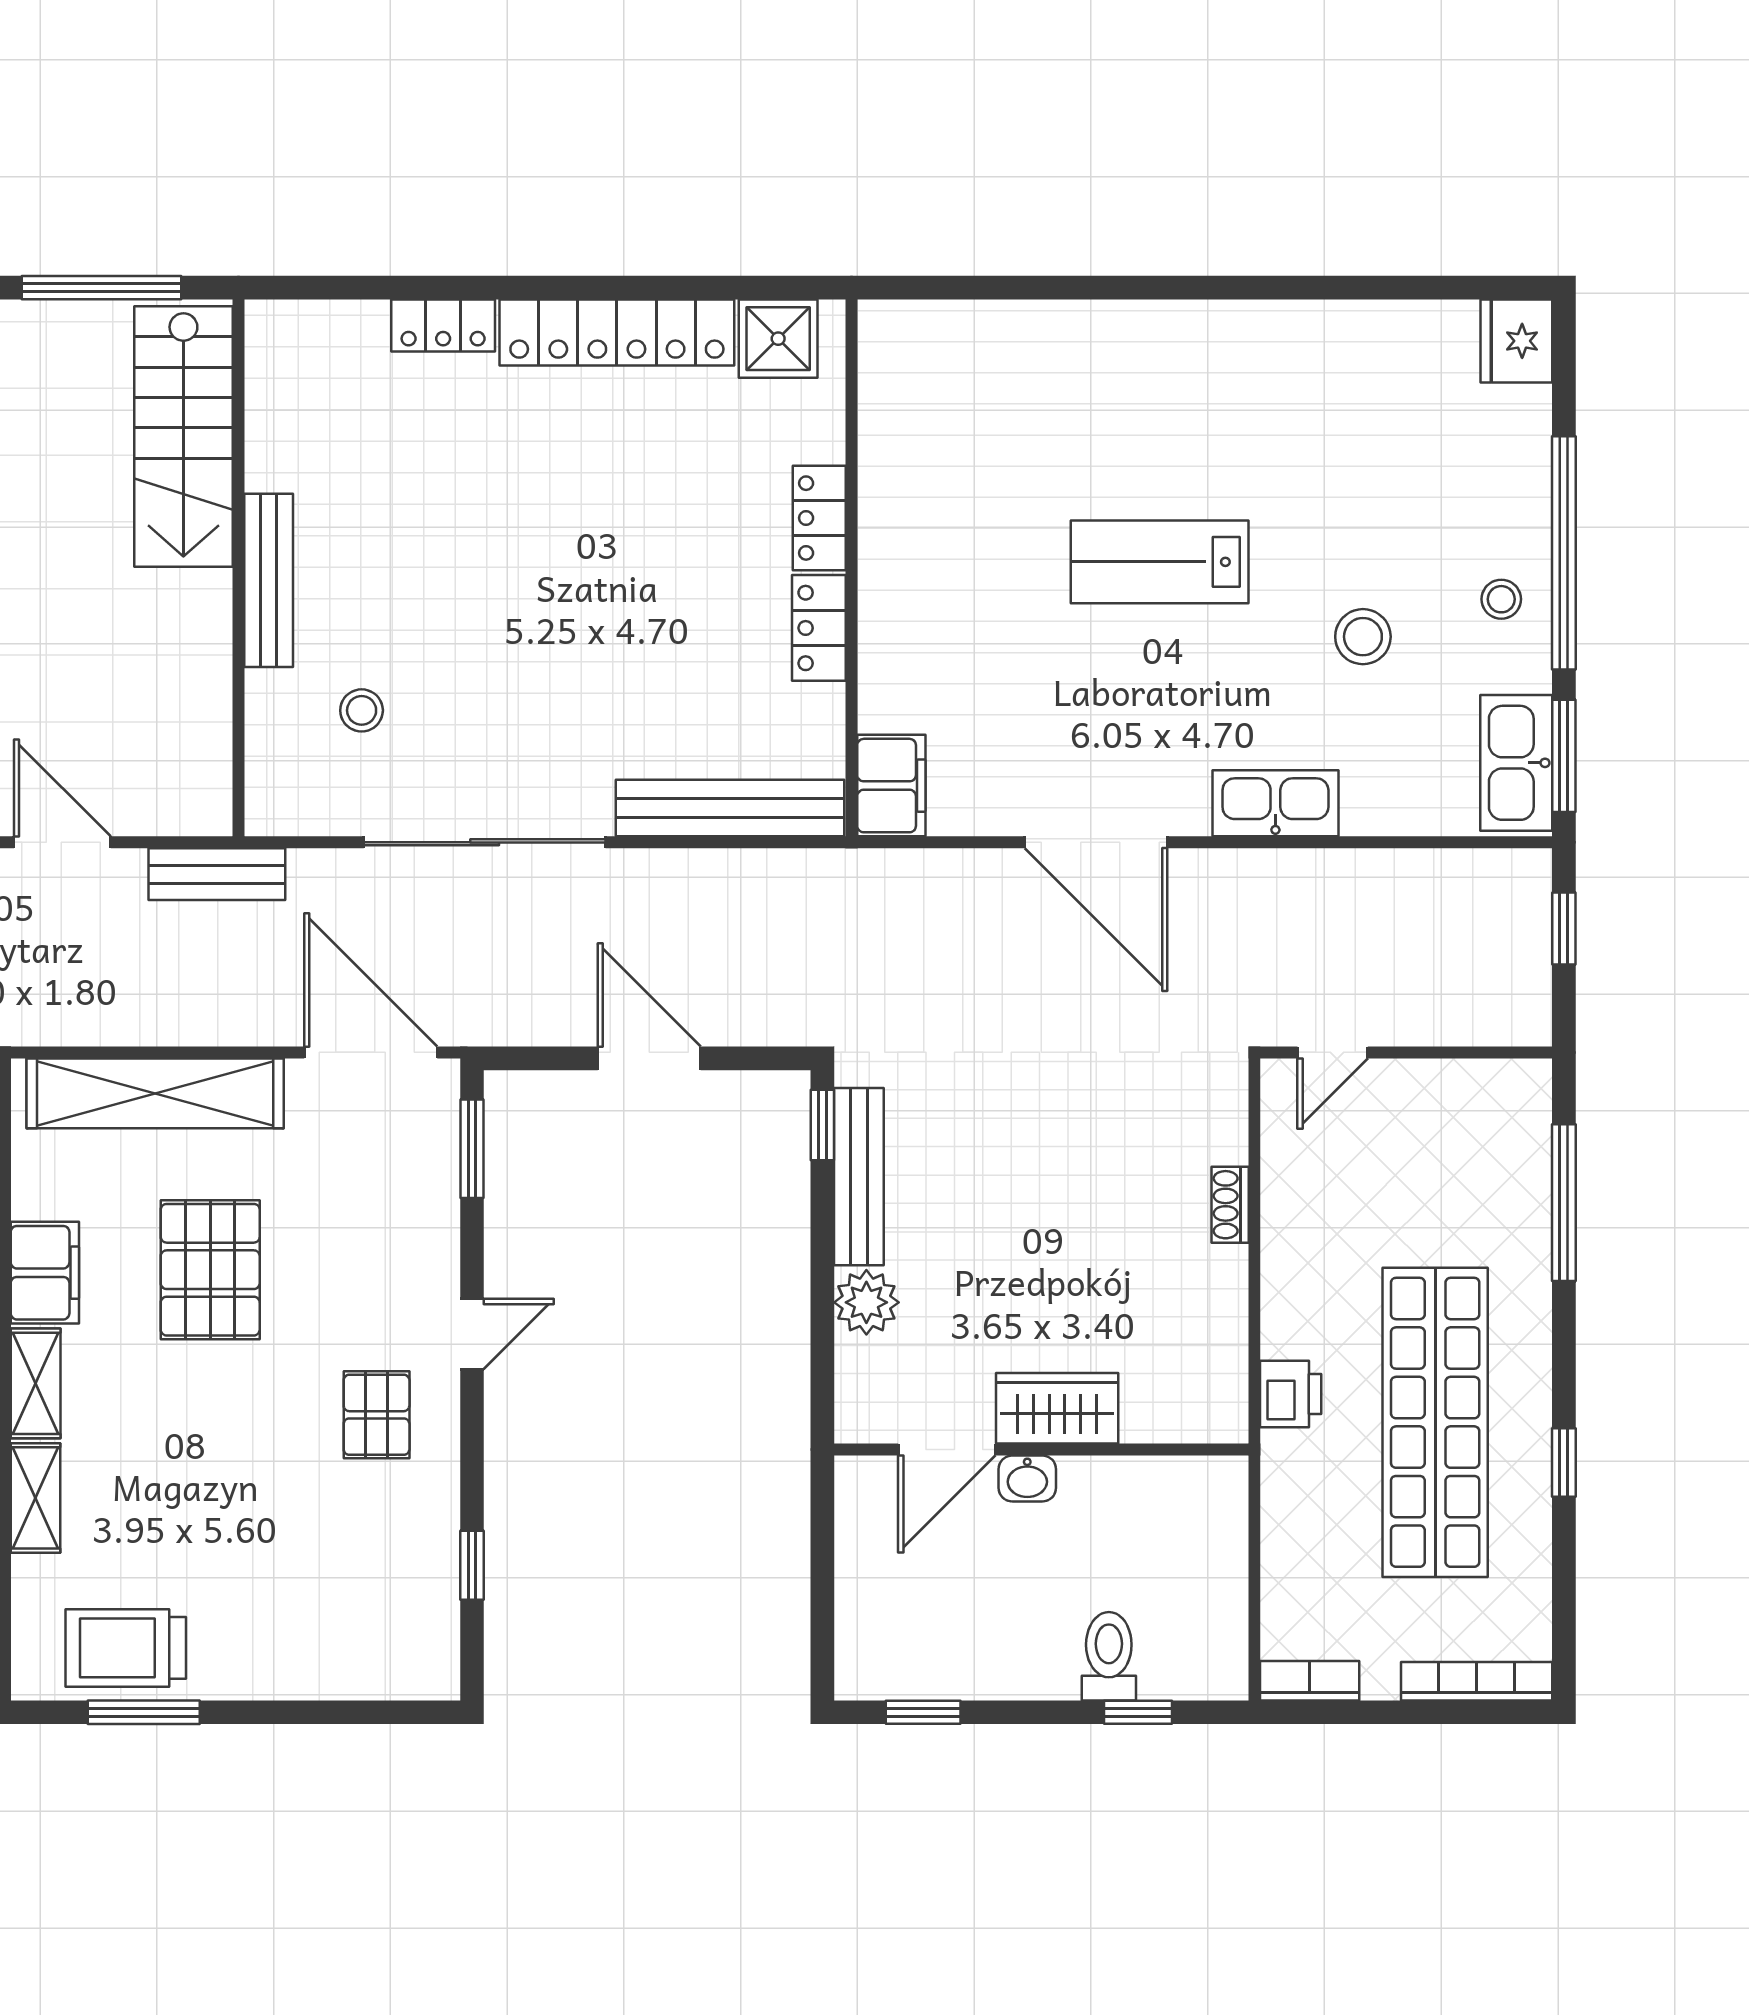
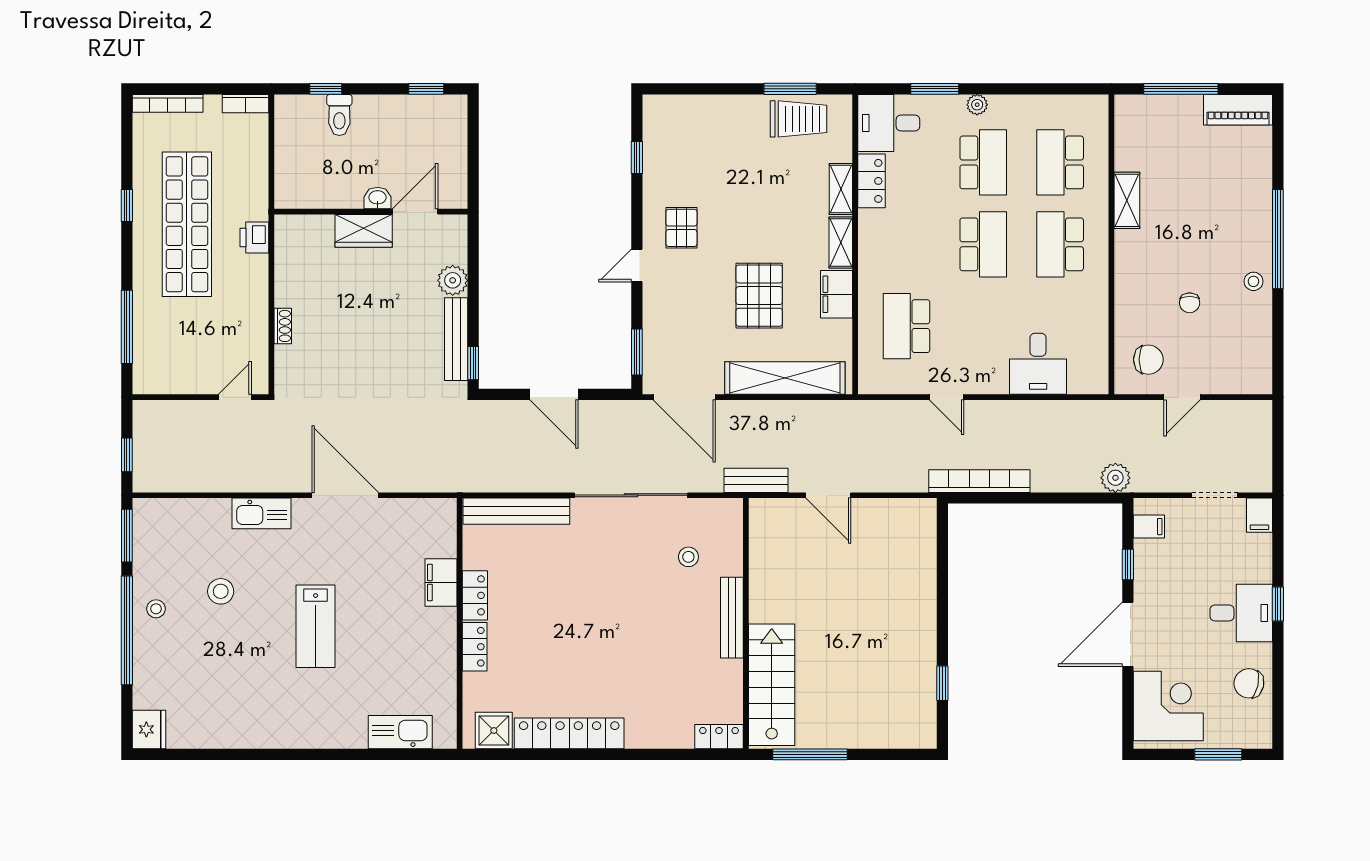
locker: (443, 326) -> (719, 737), moved
lab bench: (1160, 562) -> (316, 626), turned 90
kitchen sink: (1516, 763) -> (400, 732), moved, turned -90
filing cabinet: (891, 786) -> (441, 582), moved

